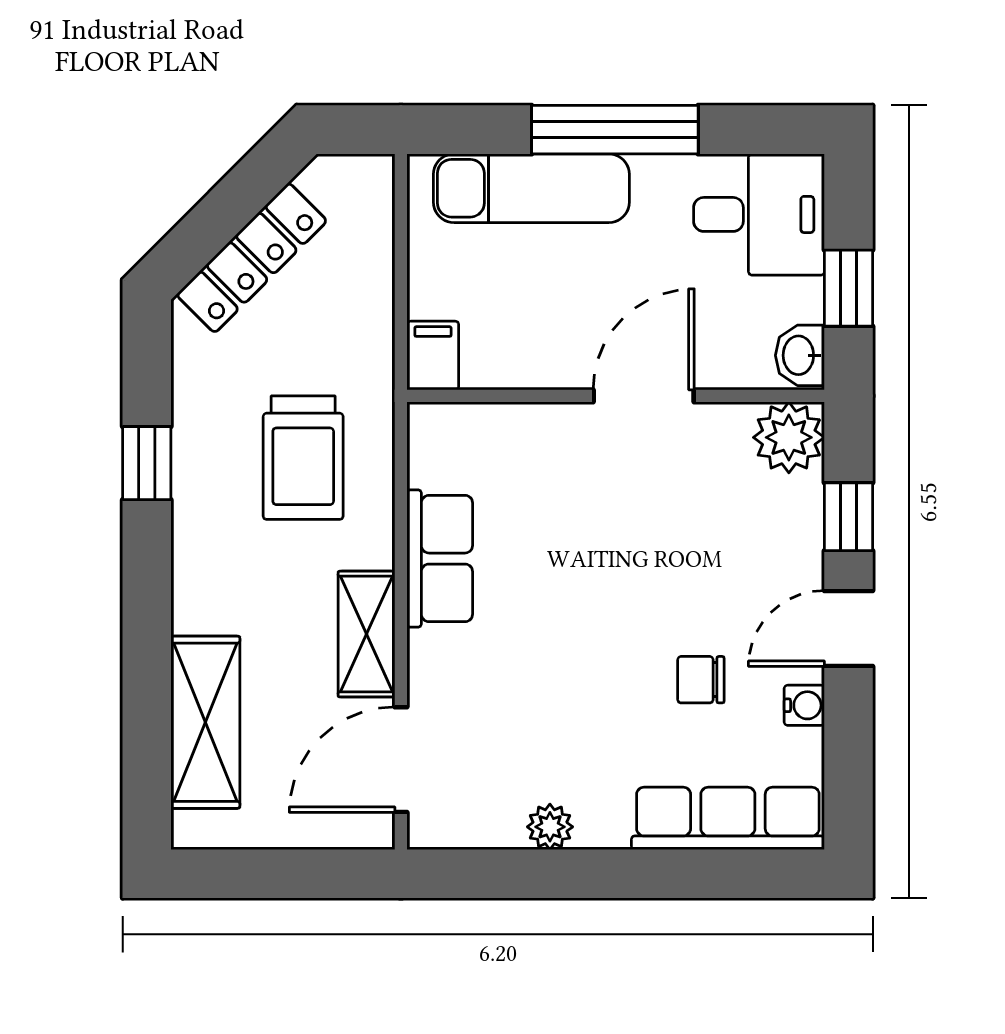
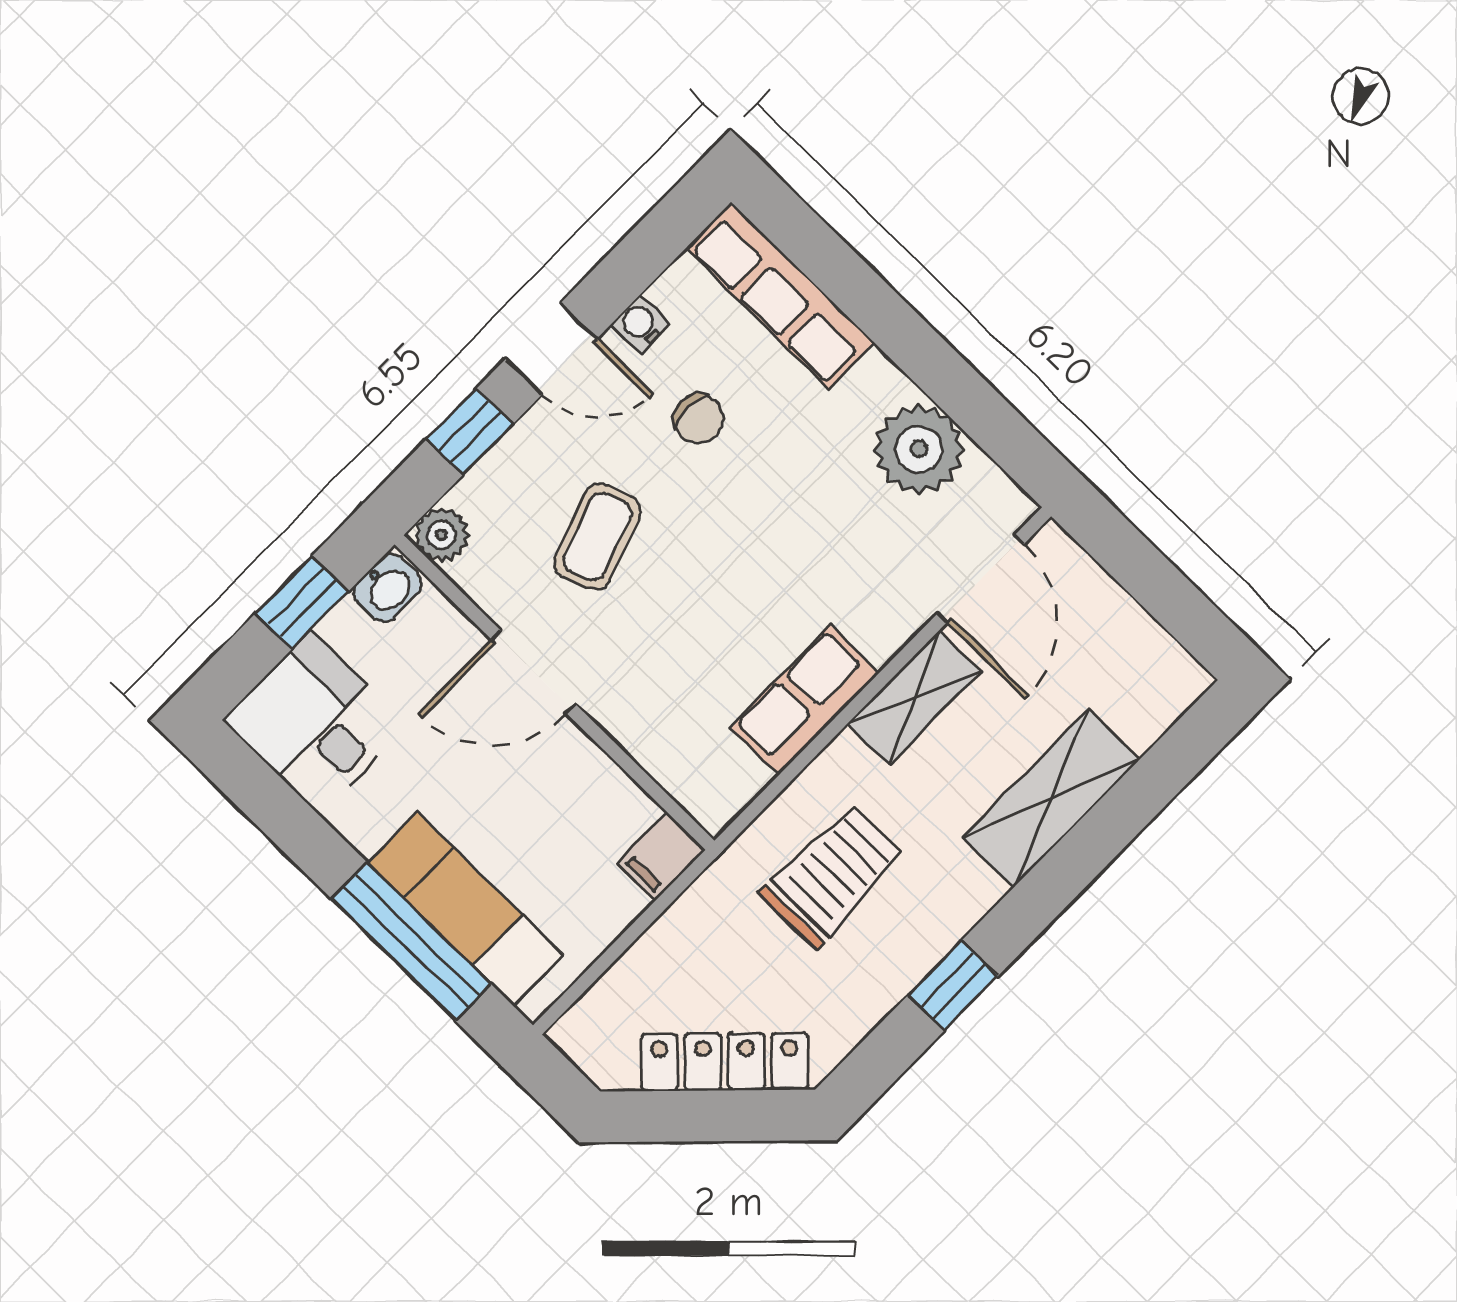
window: (615, 130) -> (411, 941), moved
plant: (789, 437) -> (442, 535), width x0.73, depth x0.73
coffee table: (691, 531) -> (597, 537), added
shelving: (205, 722) -> (1051, 798), moved
door: (401, 760) -> (981, 579), hinge flipped
plant: (550, 827) -> (919, 449), width x1.88, depth x1.88

